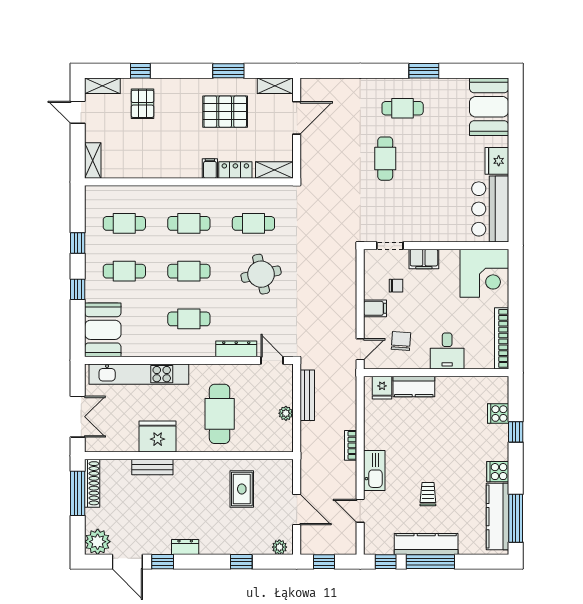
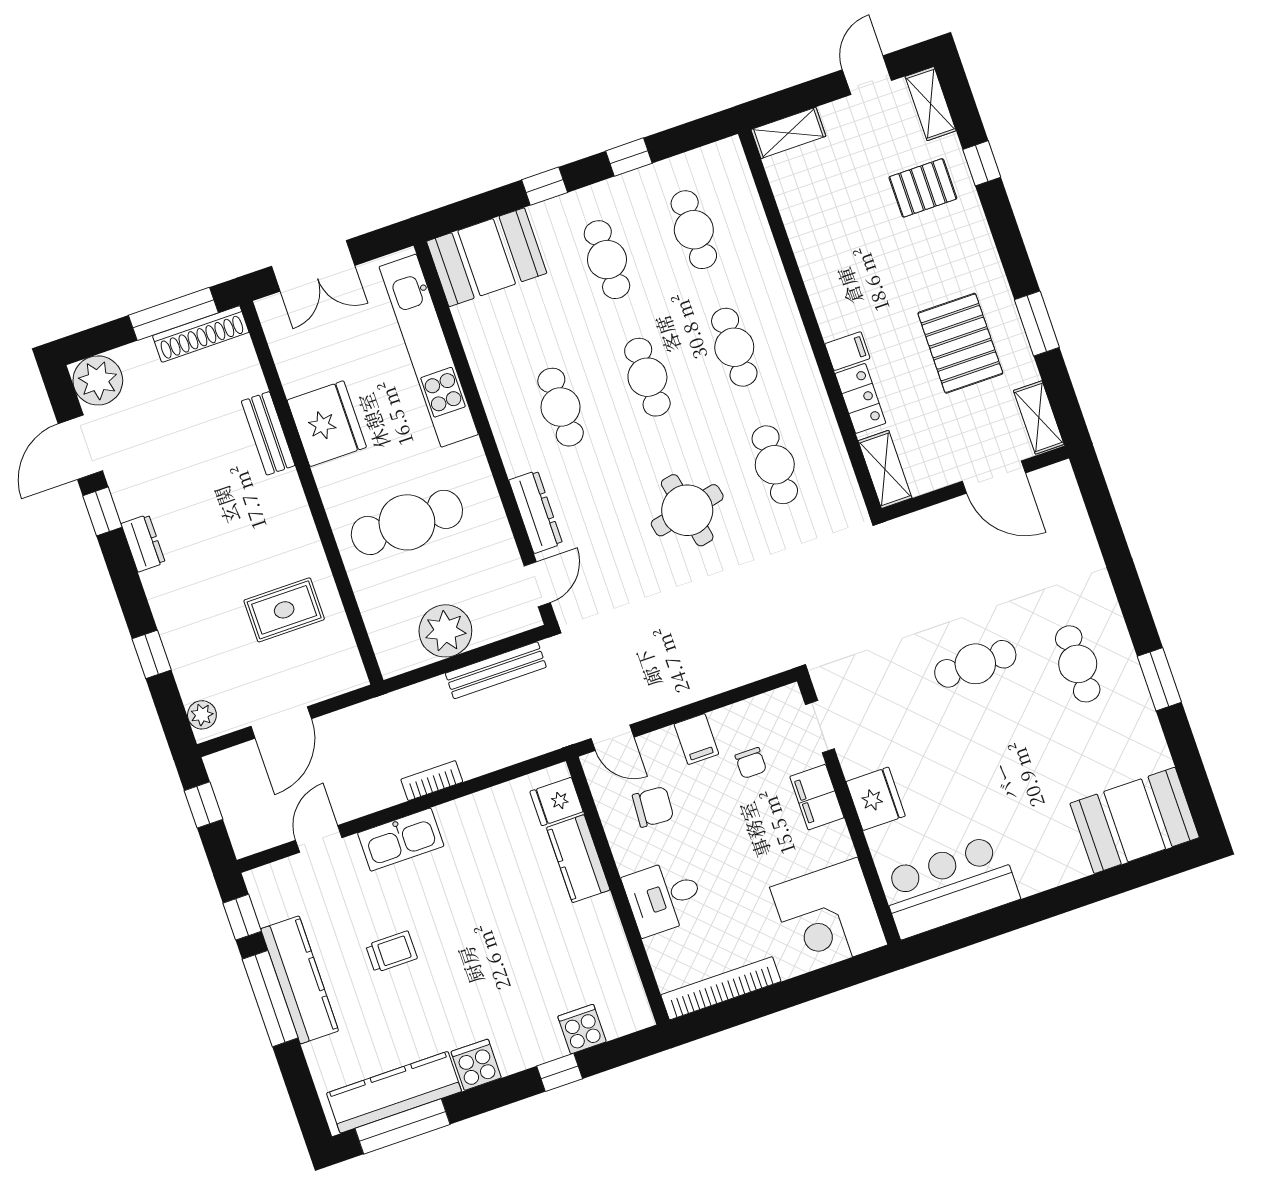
fridge: (497, 161) -> (876, 799), moved, turned 90
plant: (286, 413) -> (445, 631), width x1.87, depth x1.87

